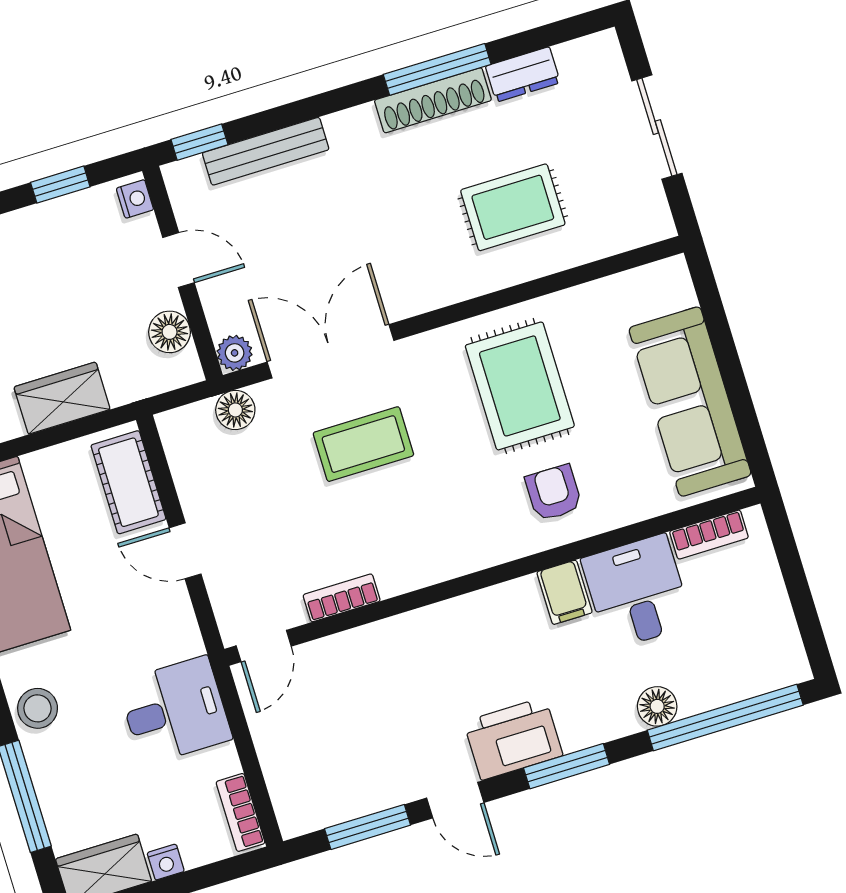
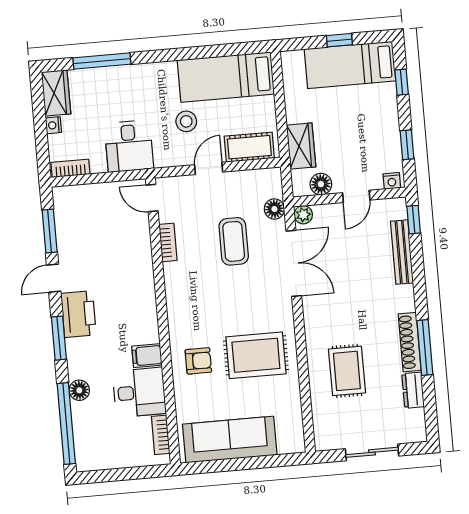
wardrobe: (62, 398) -> (301, 146), moved
coffee table: (363, 444) -> (234, 241), moved
stool: (38, 708) -> (186, 121), moved

